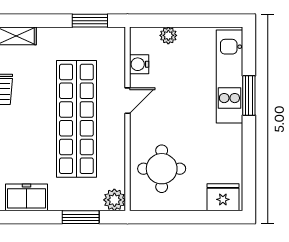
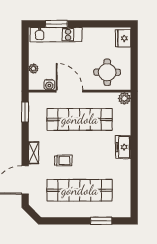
window: (249, 95) -> (56, 24), moved
door: (128, 101) -> (69, 91), width x1.88
window: (81, 217) -> (134, 117), removed

